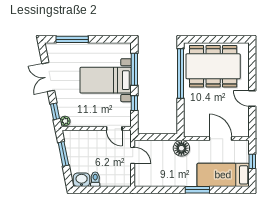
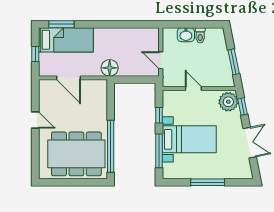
window: (72, 39) -> (208, 182), moved
plant: (65, 121) -> (228, 102), width x1.87, depth x1.87
door: (114, 129) -> (193, 89), moved
washbasin: (82, 180) -> (186, 35), moved
window: (197, 190) -> (61, 24), moved

